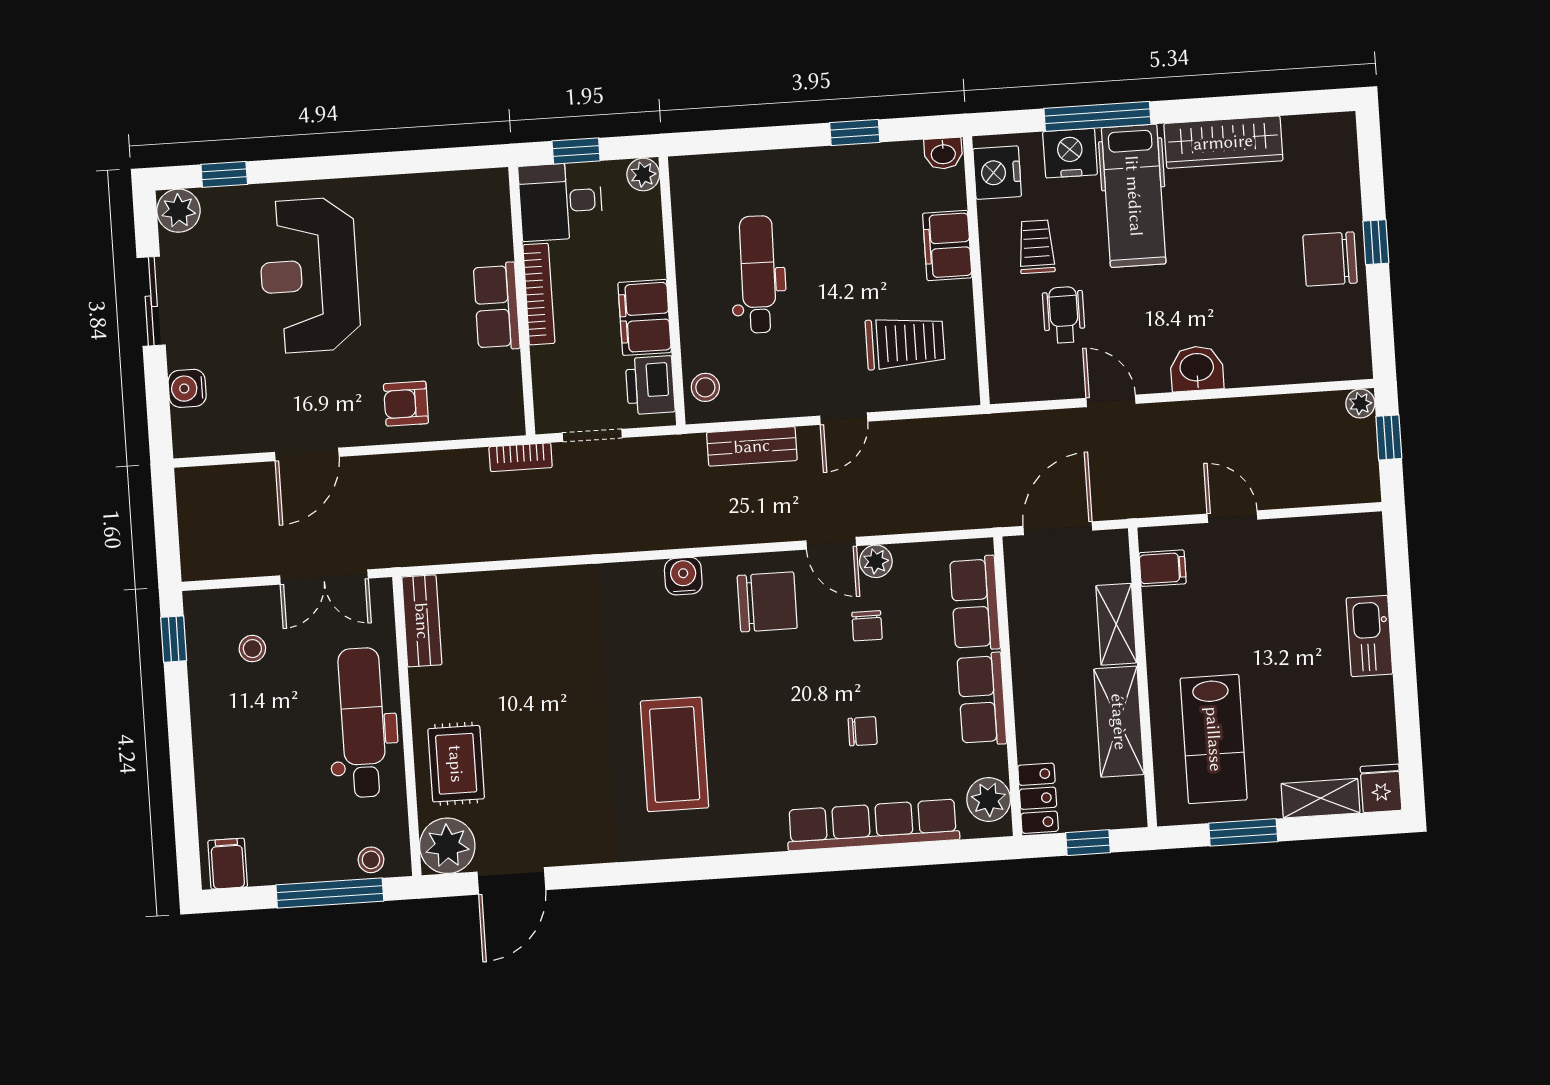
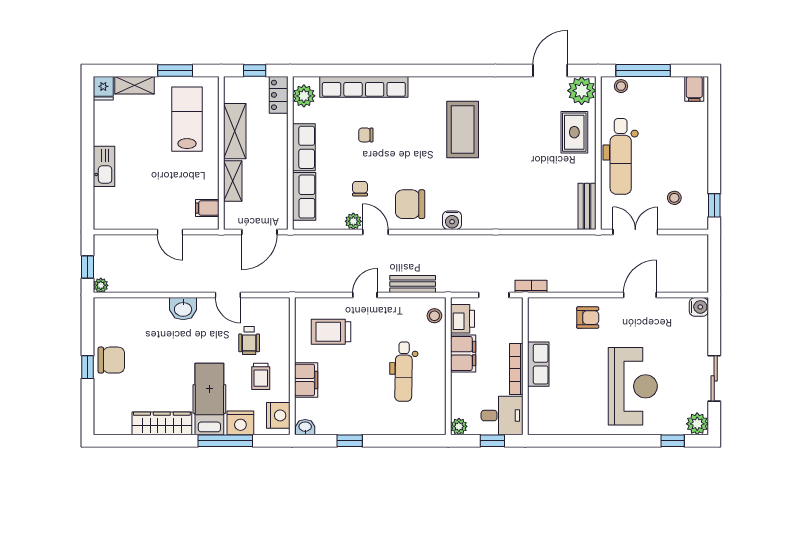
water cooler: (187, 388) -> (699, 307), moved

